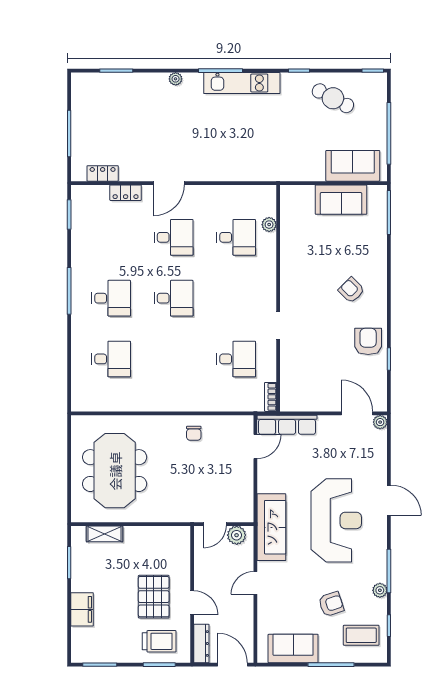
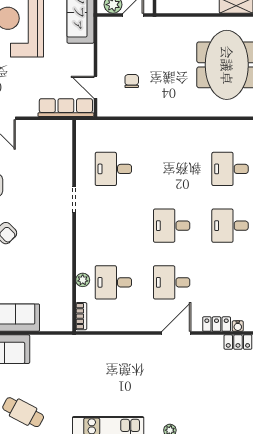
water cooler: (103, 191) -> (238, 326), added
plant: (269, 225) -> (83, 280), moved
bookcase: (271, 397) -> (81, 316), moved
chair: (194, 433) -> (132, 81), moved
door: (255, 447) -> (95, 87), hinge flipped

